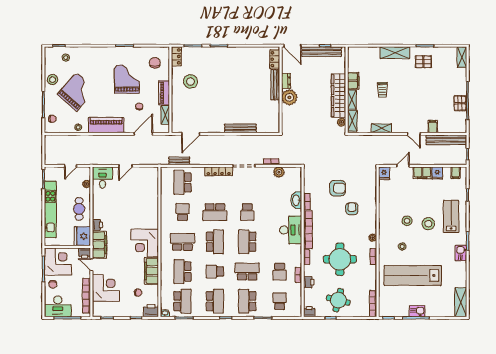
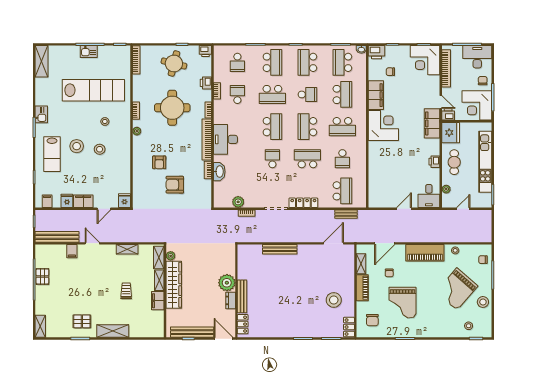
printer: (97, 225) -> (434, 162), moved
corner desk: (106, 288) -> (425, 60), moved

